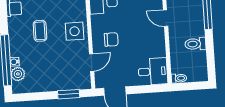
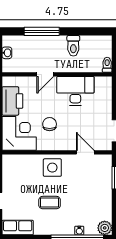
chair: (111, 39) -> (50, 124), moved
desk: (153, 71) -> (75, 91), moved, width x1.37
plant: (18, 74) -> (105, 228), moved

